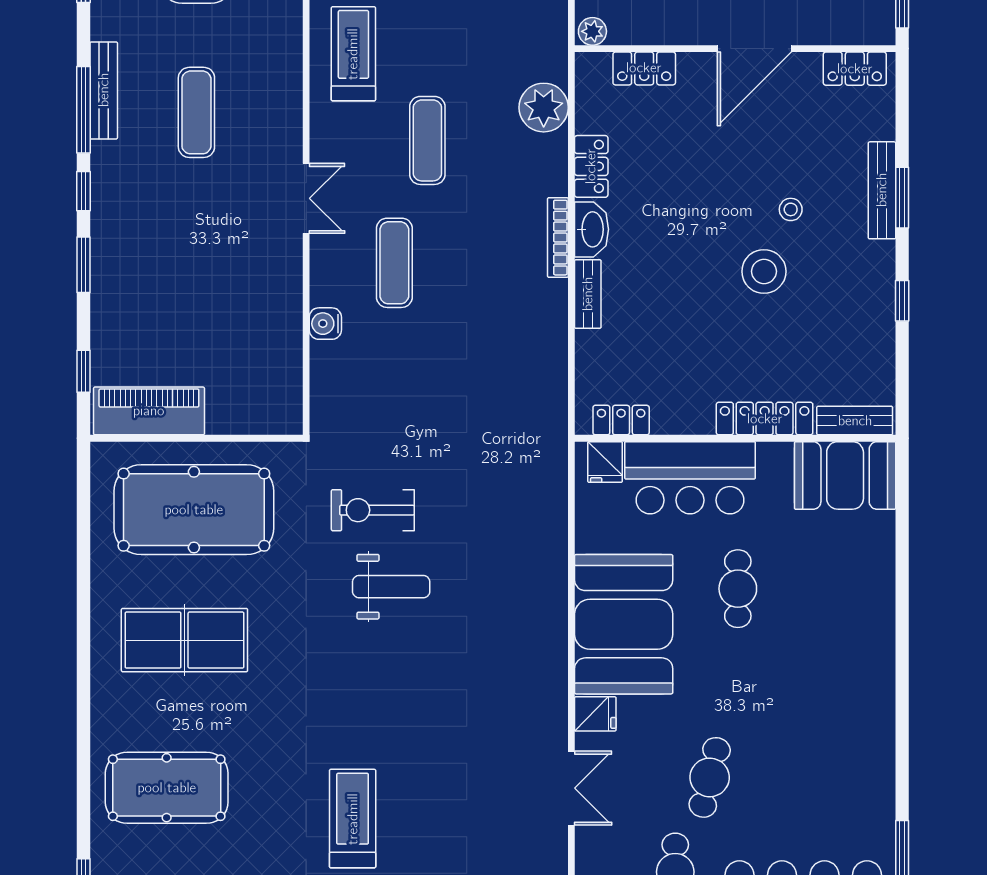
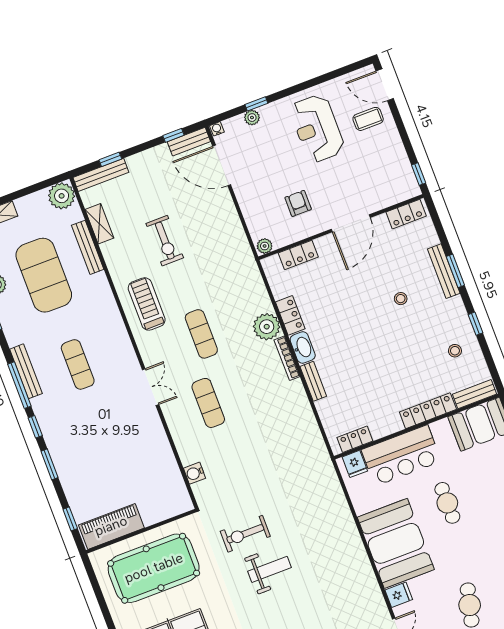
plant: (544, 108) -> (267, 327), moved
stool: (764, 271) -> (455, 351), moved, width x0.53, depth x0.53
water cooler: (325, 324) -> (195, 473), moved

